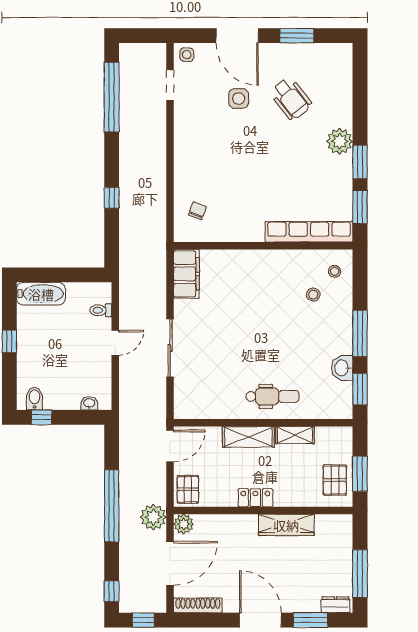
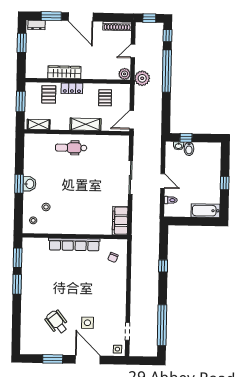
plant: (340, 141) -> (29, 297), removed
row of seats: (309, 232) -> (74, 244), moved
window: (360, 333) -> (19, 184), width x0.69
door: (115, 343) -> (163, 181), swing flipped
washbasin: (342, 368) -> (30, 184), moved
window: (360, 389) -> (20, 151), removed
bidet: (35, 398) -> (189, 149), moved
window: (42, 417) -> (186, 138), moved
shelving: (295, 435) -> (39, 124), moved
pallet: (335, 480) -> (49, 94), moved
pallet: (188, 489) -> (105, 98), moved
locker: (255, 498) -> (72, 88), moved
window: (112, 506) -> (167, 71), moved
door: (170, 563) -> (133, 51), width x0.53
window: (360, 573) -> (22, 43), width x0.69

